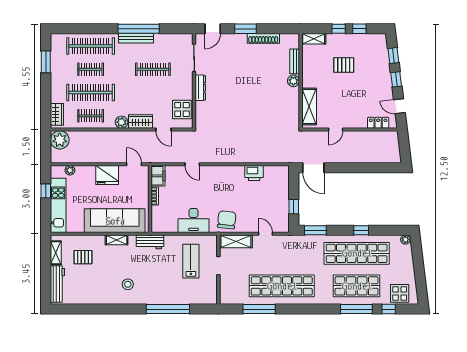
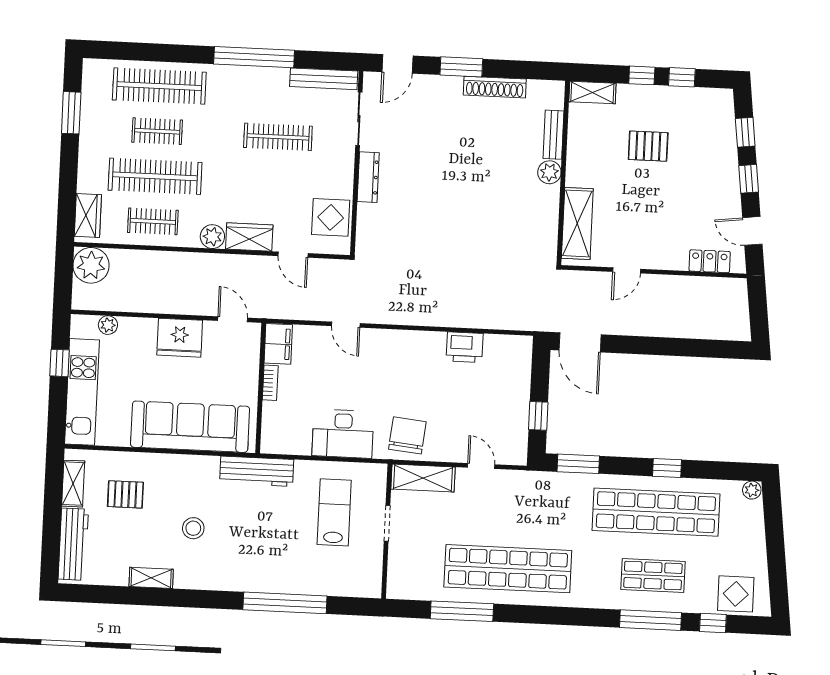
bench: (136, 38) -> (324, 79), moved
shelving: (117, 240) -> (151, 578), moved
workbench: (150, 242) -> (257, 471), width x1.37
stool: (128, 284) -> (193, 528), moved
shop shelf: (357, 286) -> (653, 576), width x0.70, depth x0.74

